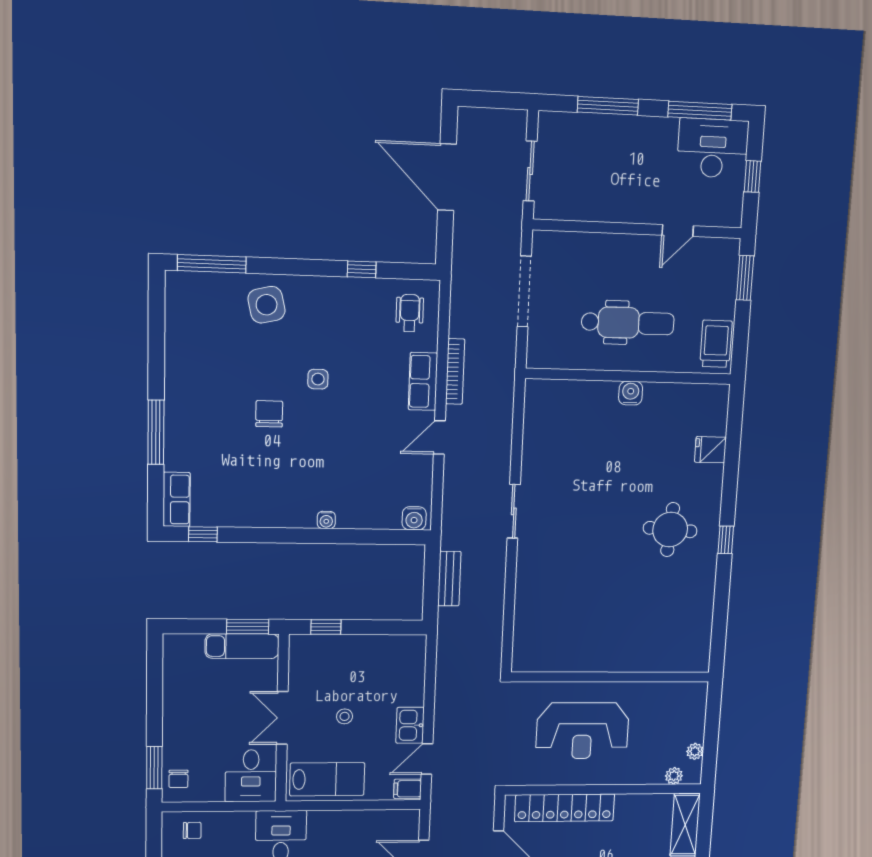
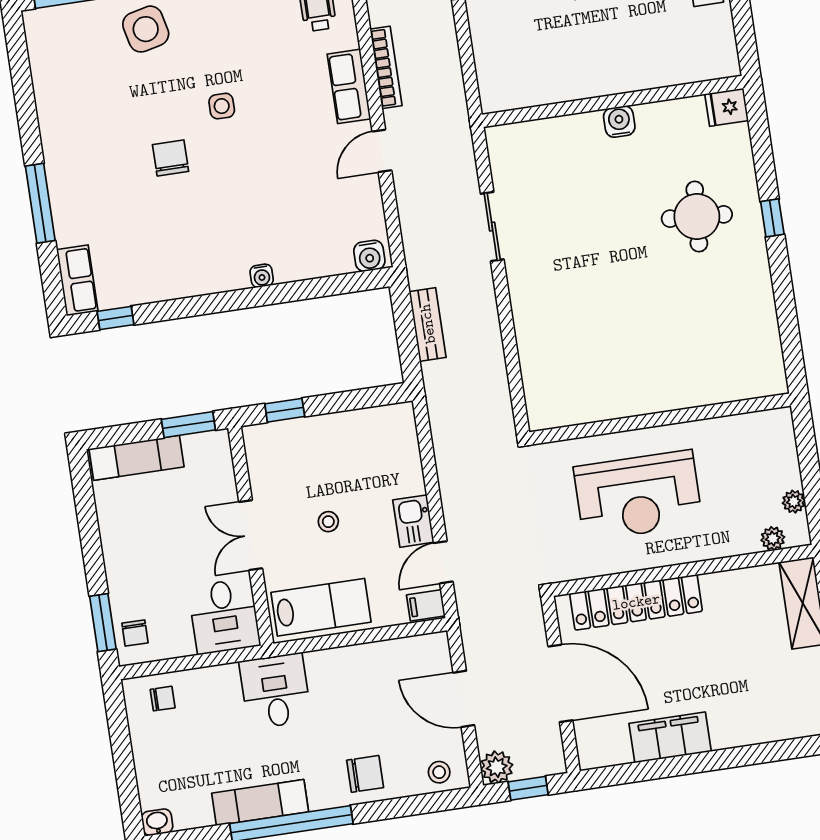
wall: (629, 376) -> (613, 101), moved
water cooler: (631, 393) -> (619, 122), moved
exam couch: (242, 646) -> (136, 458), moved

